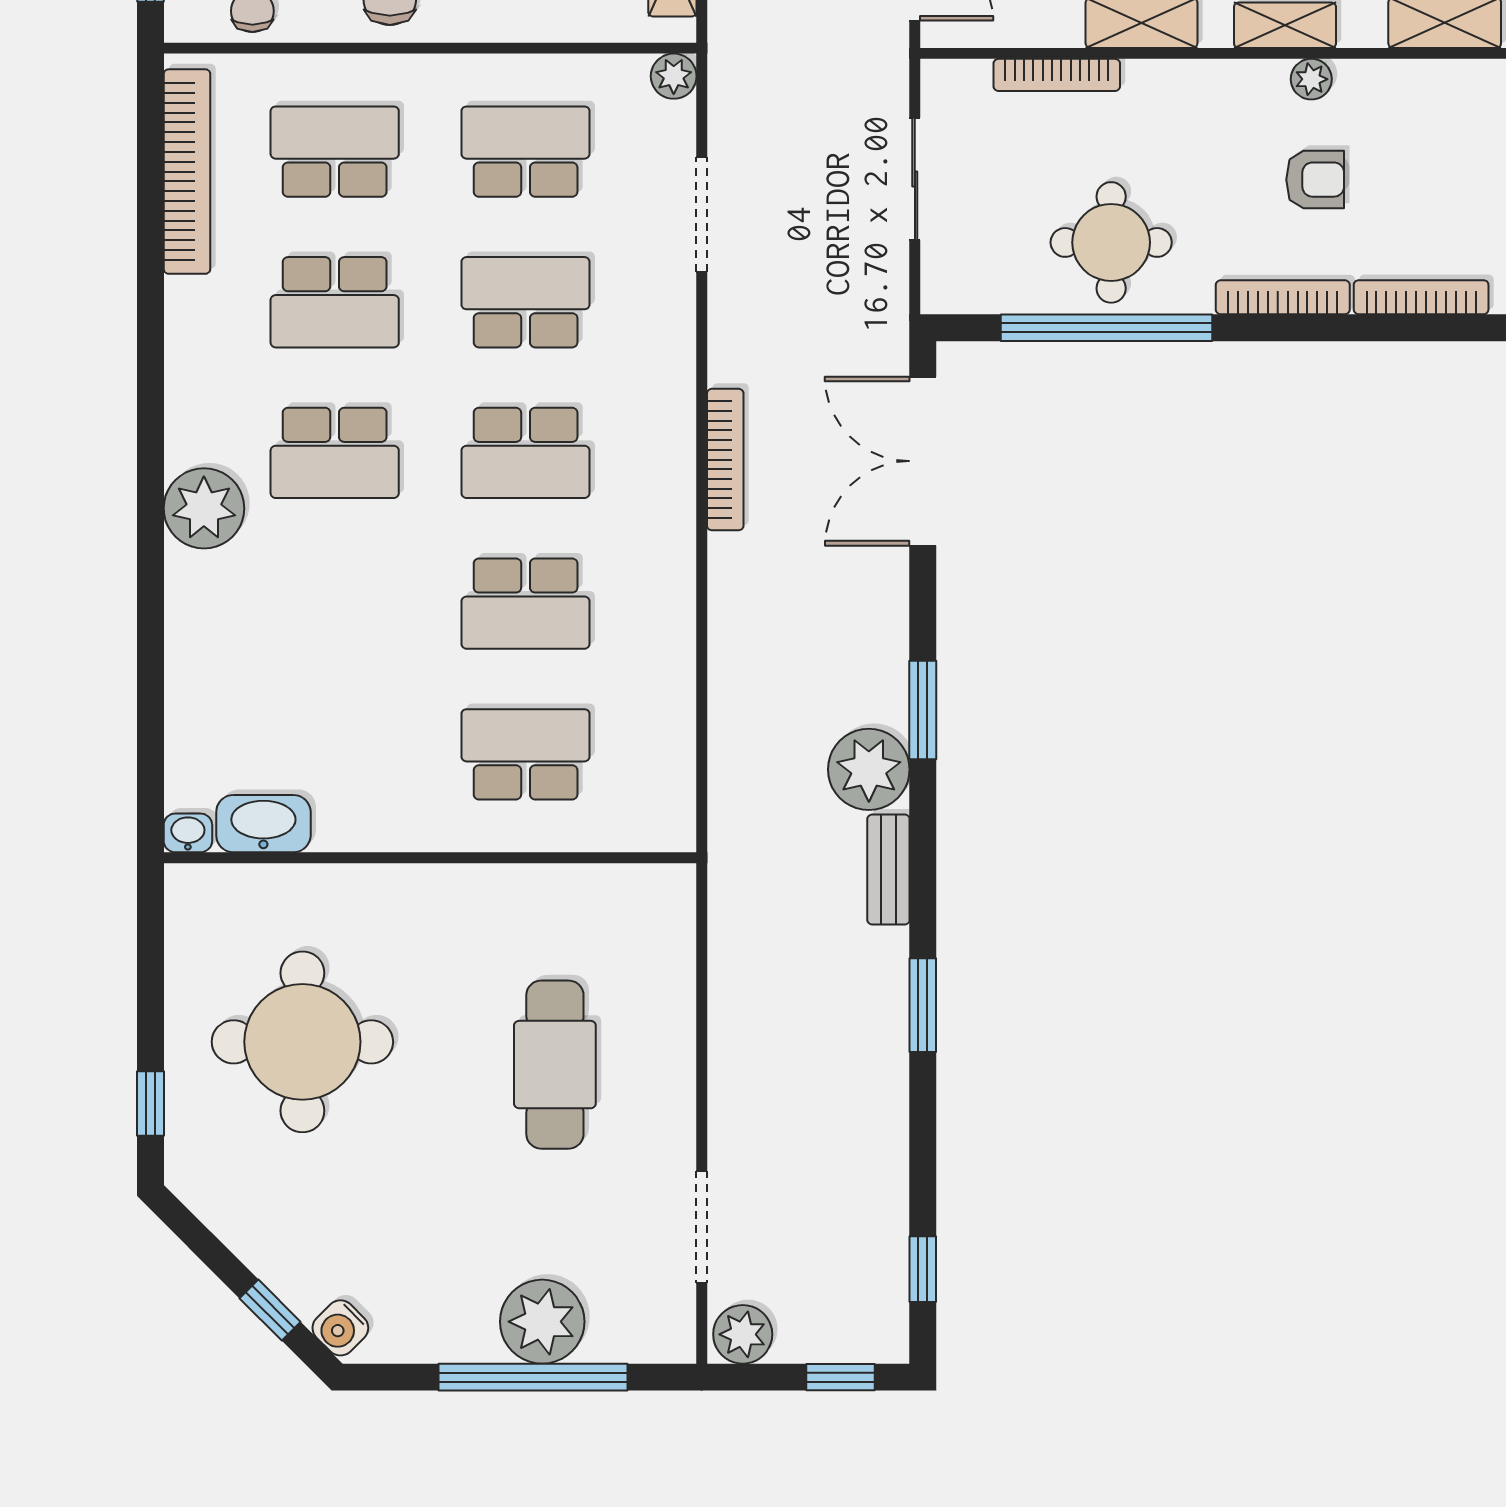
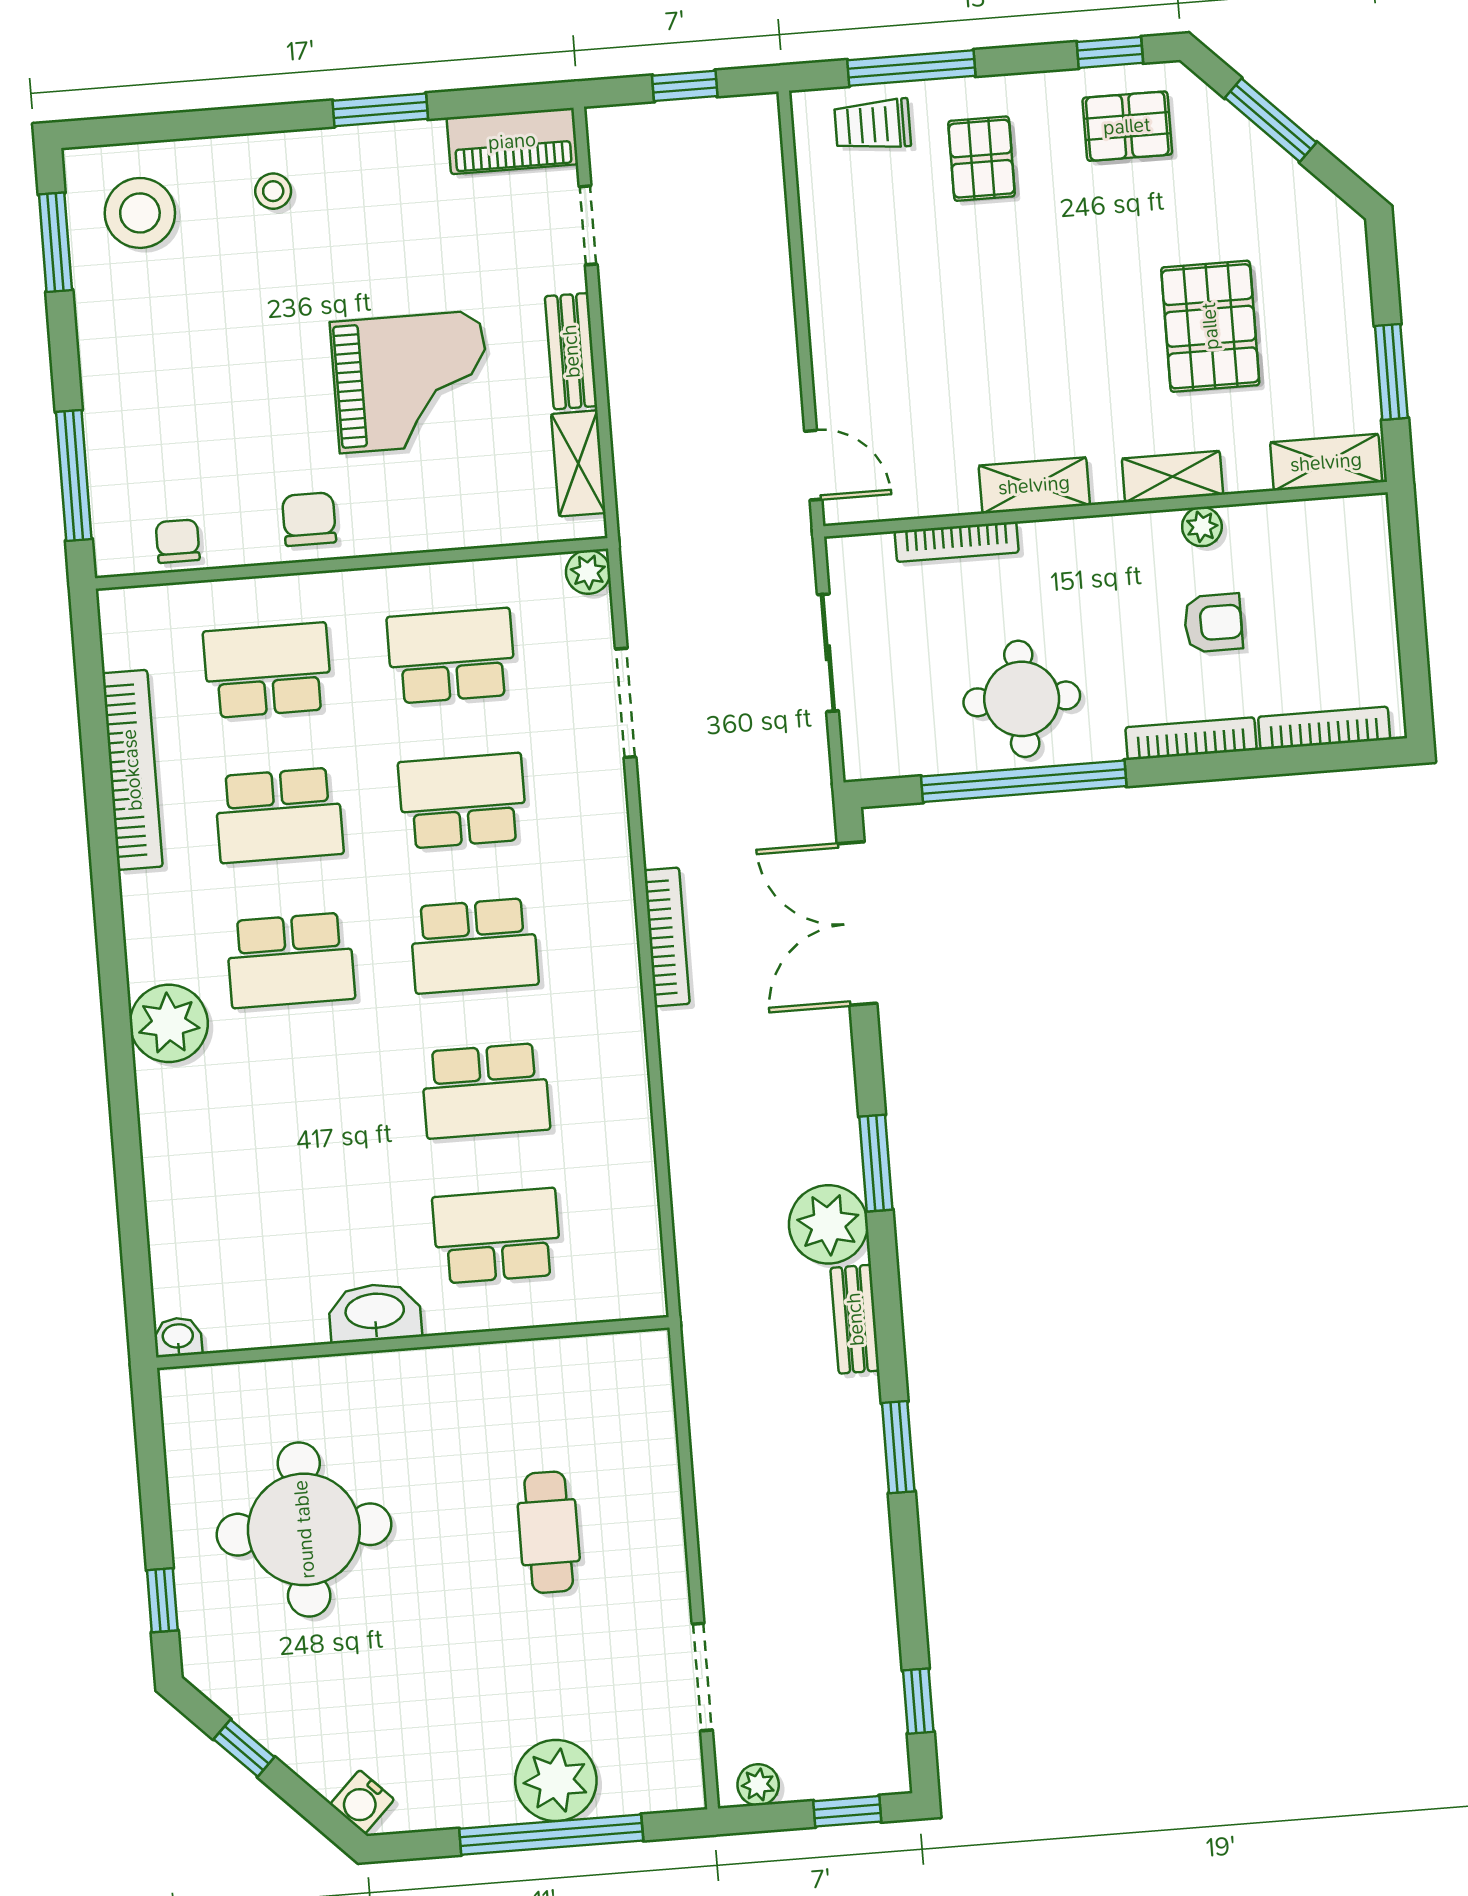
bookcase: (187, 172) -> (132, 770), moved
washbasin: (263, 824) -> (375, 1313), moved
cafe table: (555, 1065) -> (549, 1532), width x0.73, depth x0.74
window: (270, 1310) -> (244, 1748), moved
plant: (743, 1334) -> (758, 1785), width x0.73, depth x0.73

